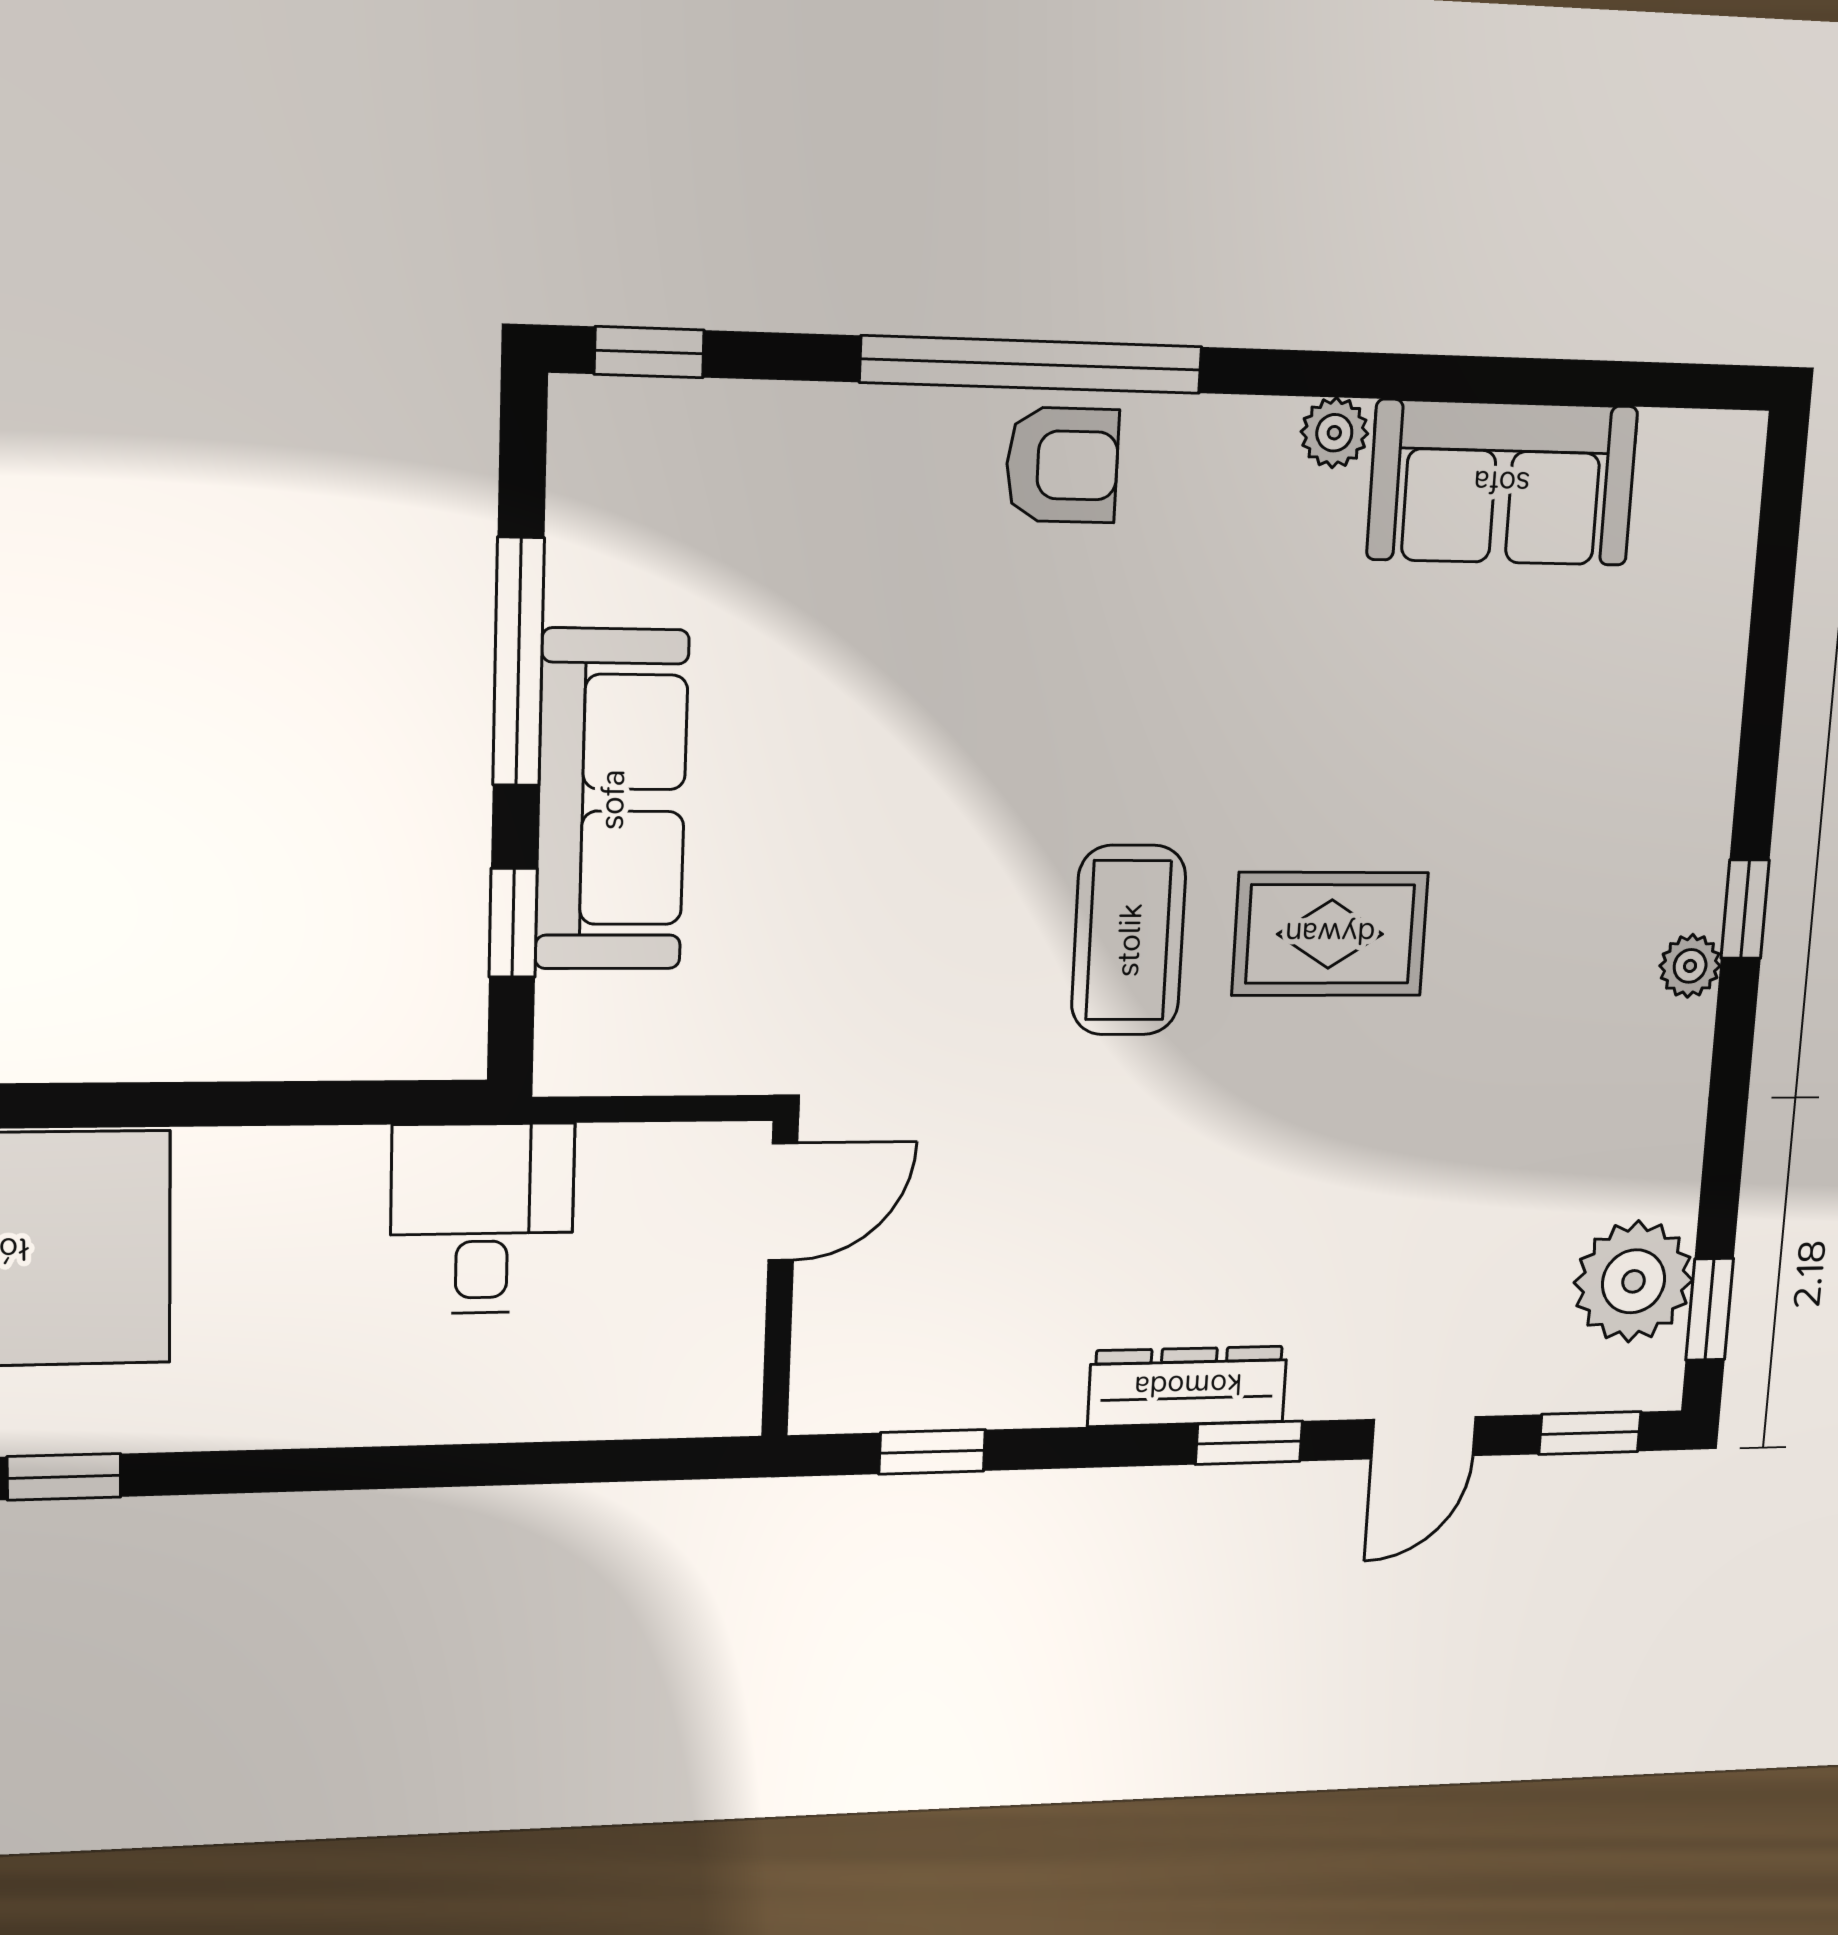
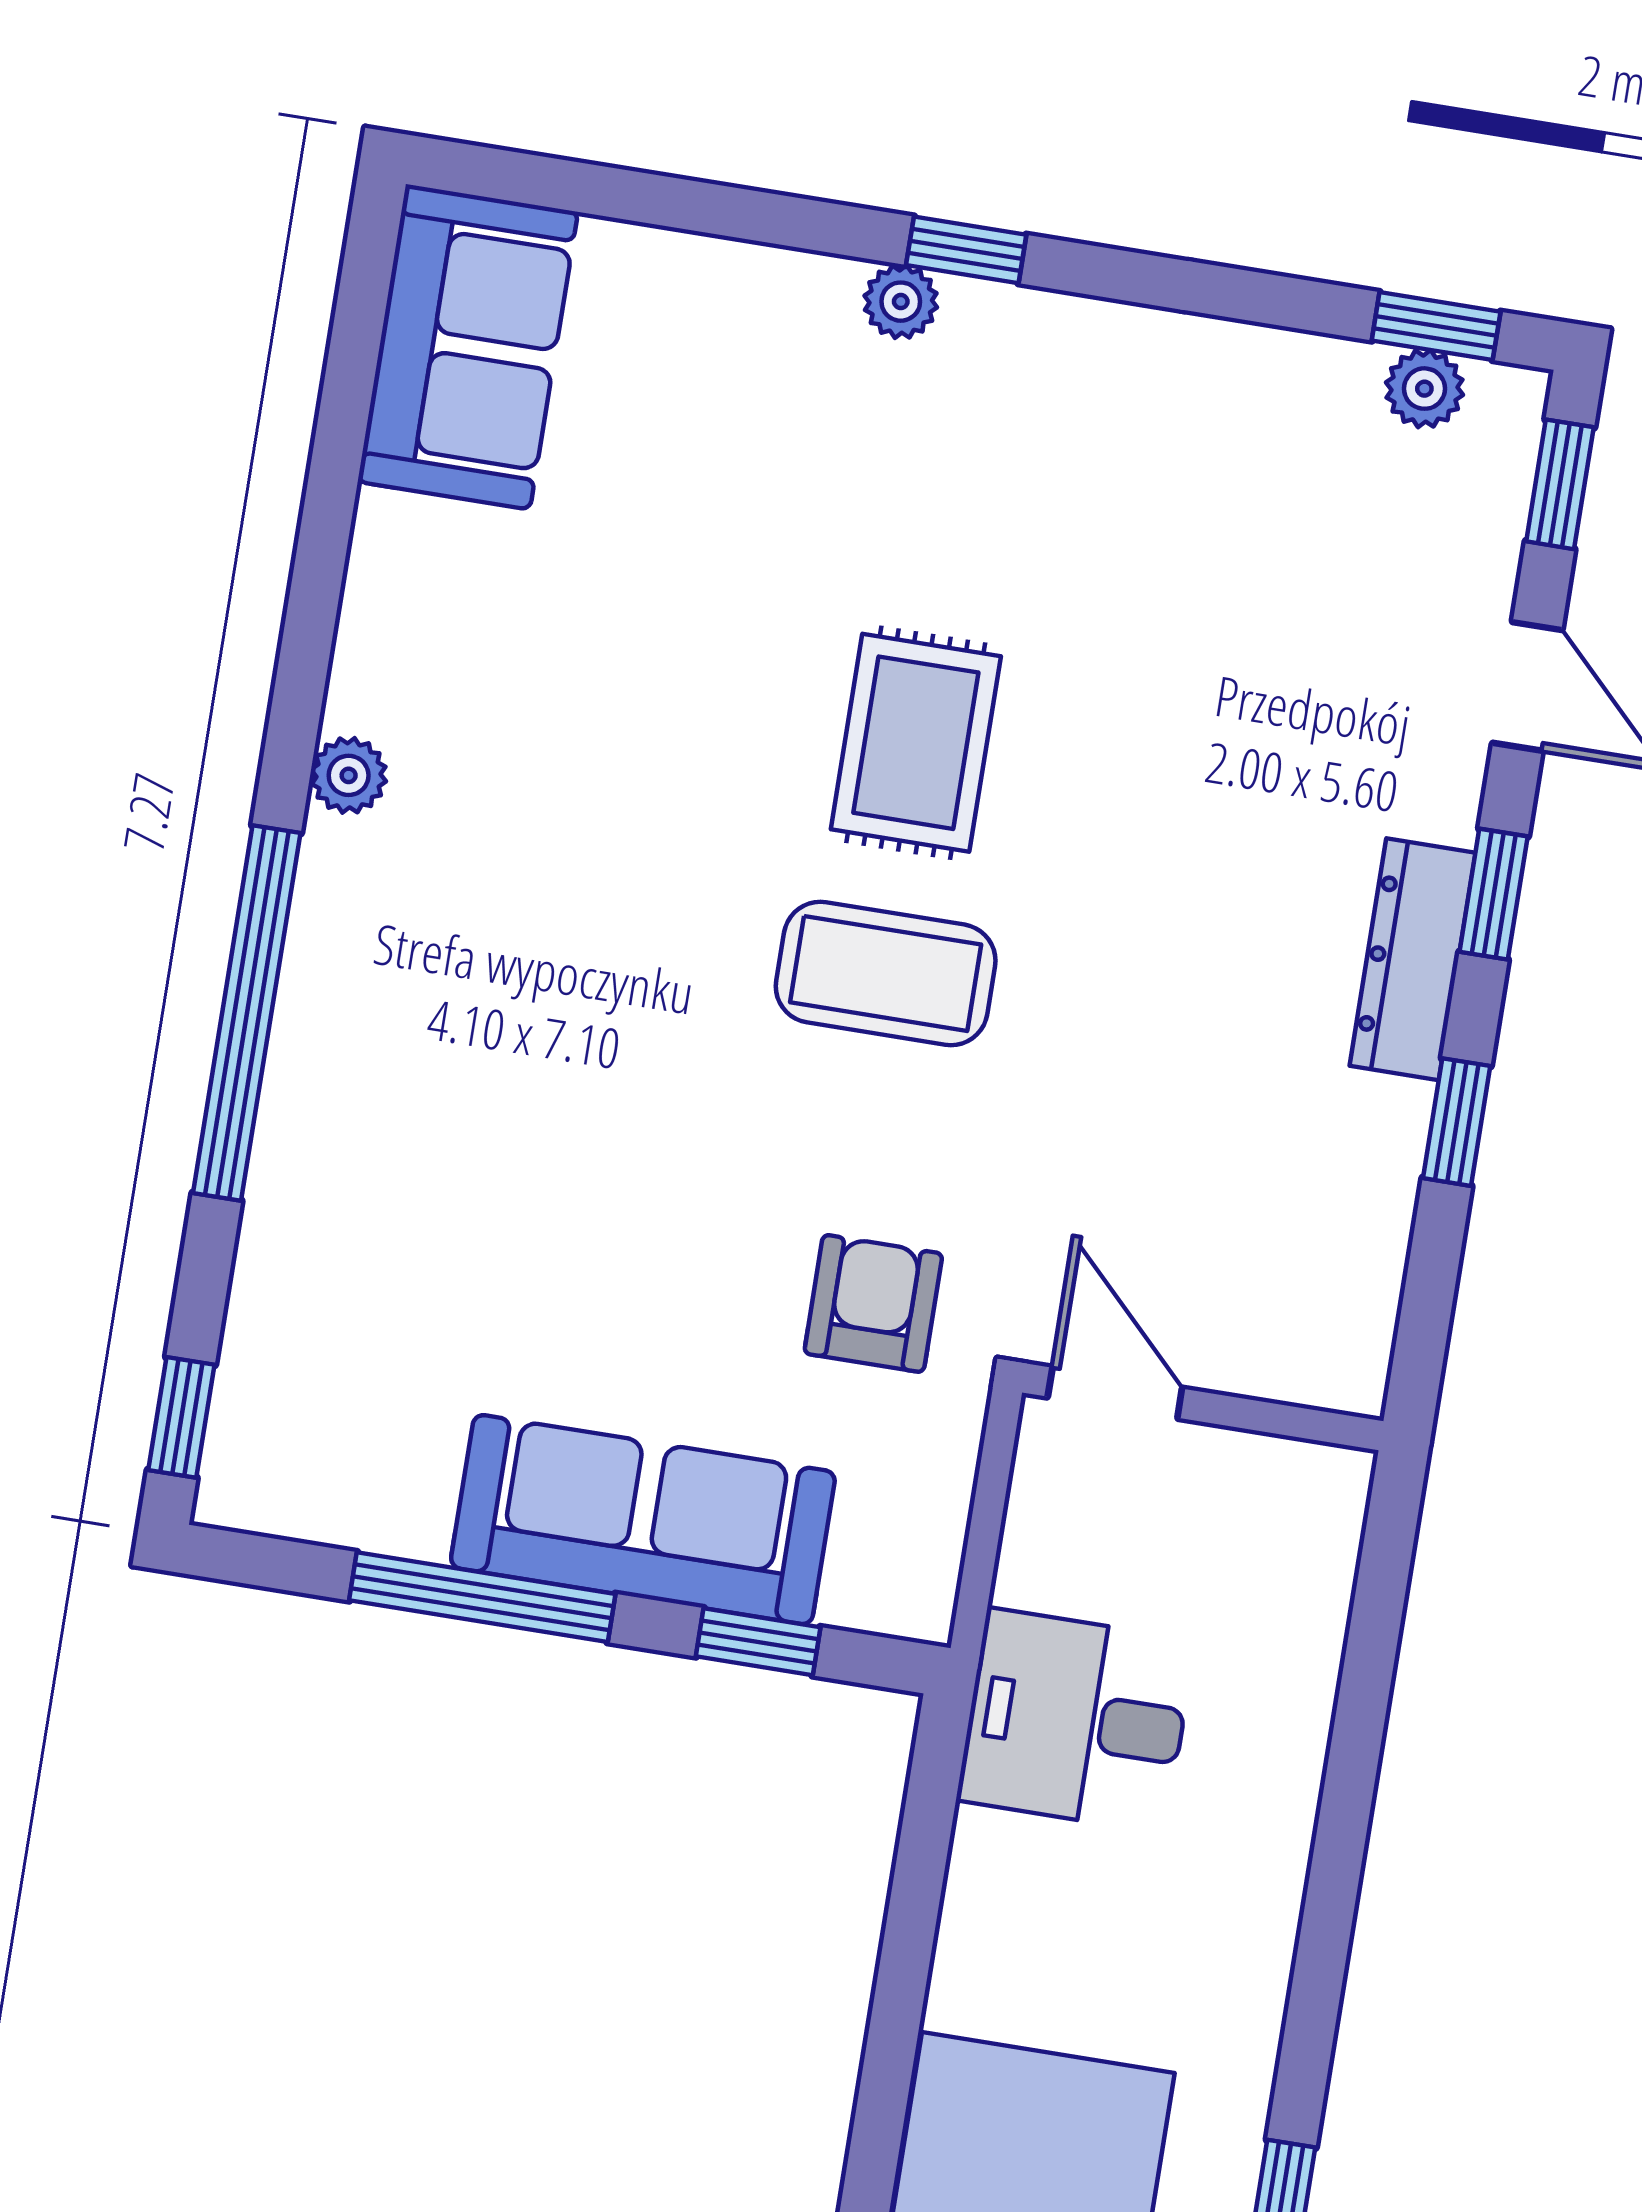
plant: (1334, 433) -> (349, 775), moved
armchair: (1062, 465) -> (873, 1303), moved
sofa: (1502, 483) -> (468, 347), moved
plant: (1690, 966) -> (901, 302), moved
plant: (1634, 1281) -> (1424, 389), width x0.53, depth x0.53
window: (932, 1452) -> (1457, 1122), moved

